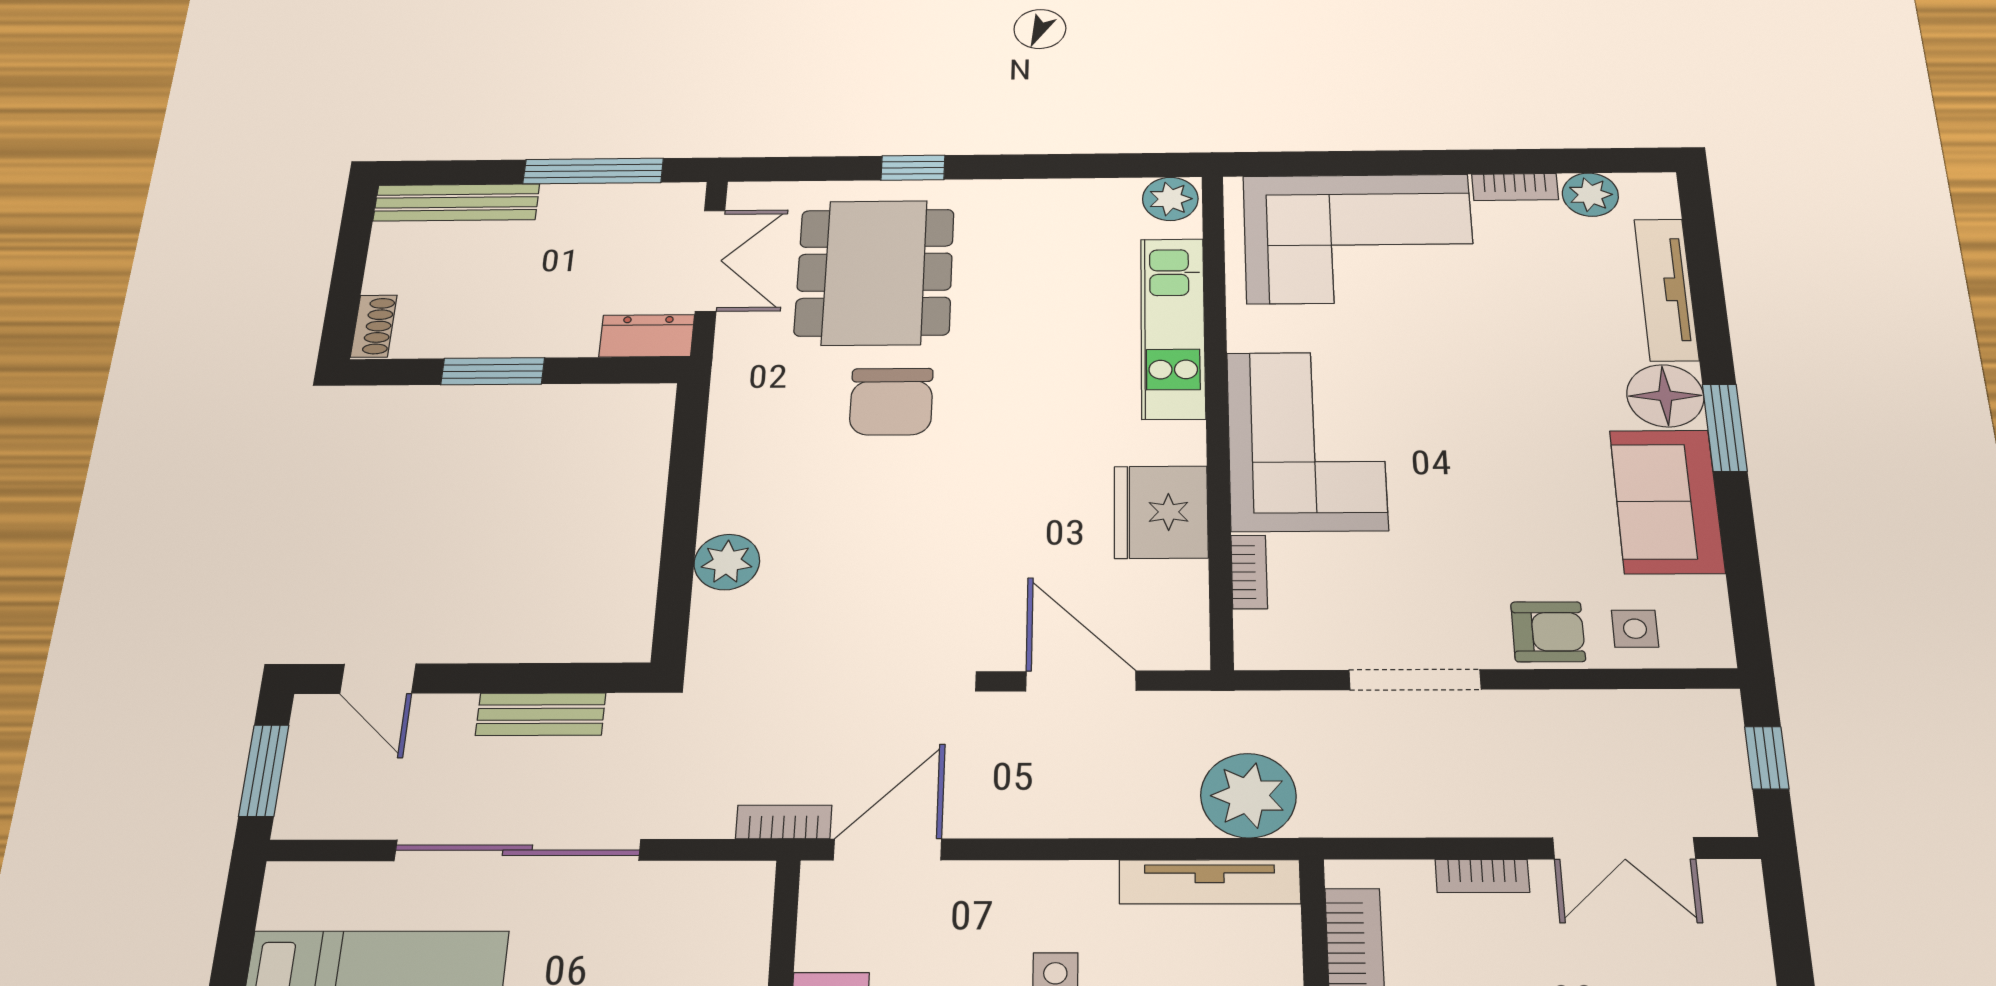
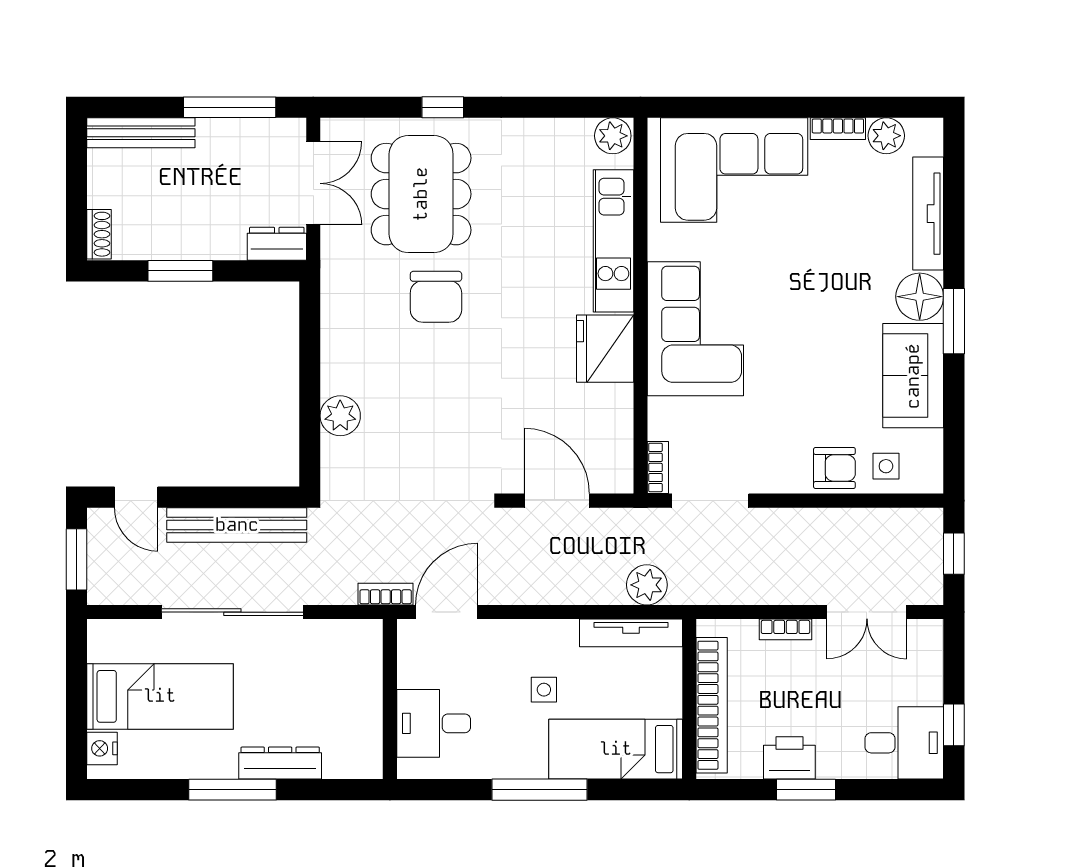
fridge: (1161, 512) -> (605, 349), moved
bookcase: (1249, 572) -> (658, 467), moved
doorway: (1415, 680) -> (710, 501), moved
bench: (541, 714) -> (237, 525), width x1.86, depth x1.21
plant: (1248, 796) -> (647, 585), width x0.73, depth x0.73

